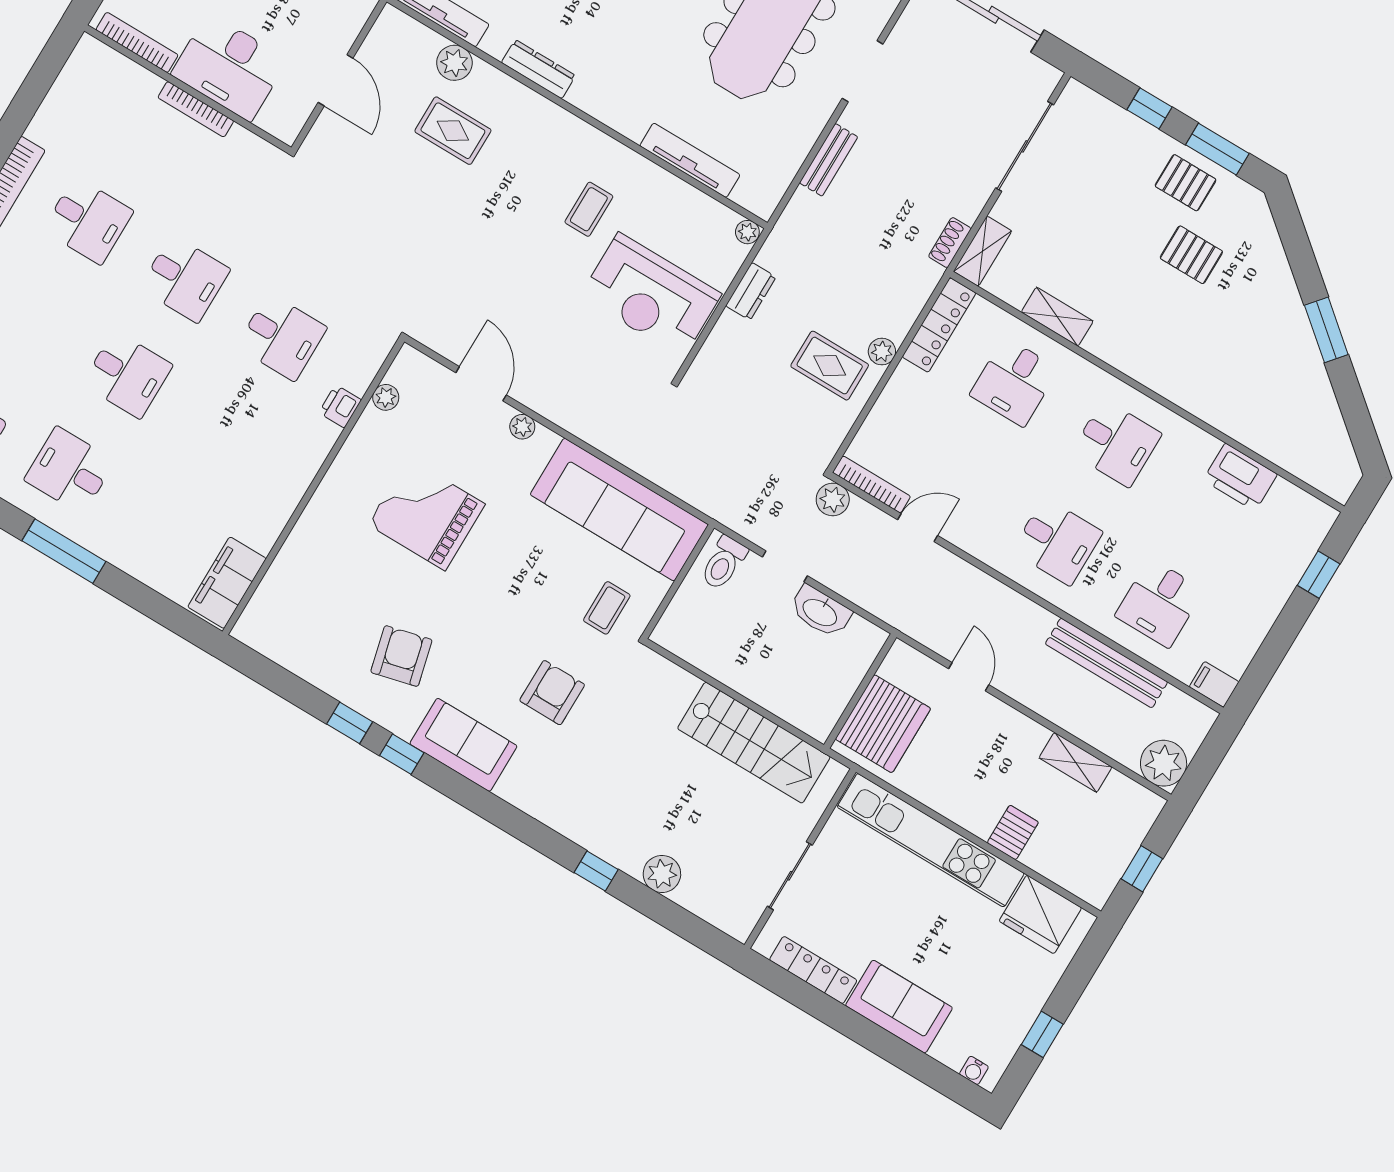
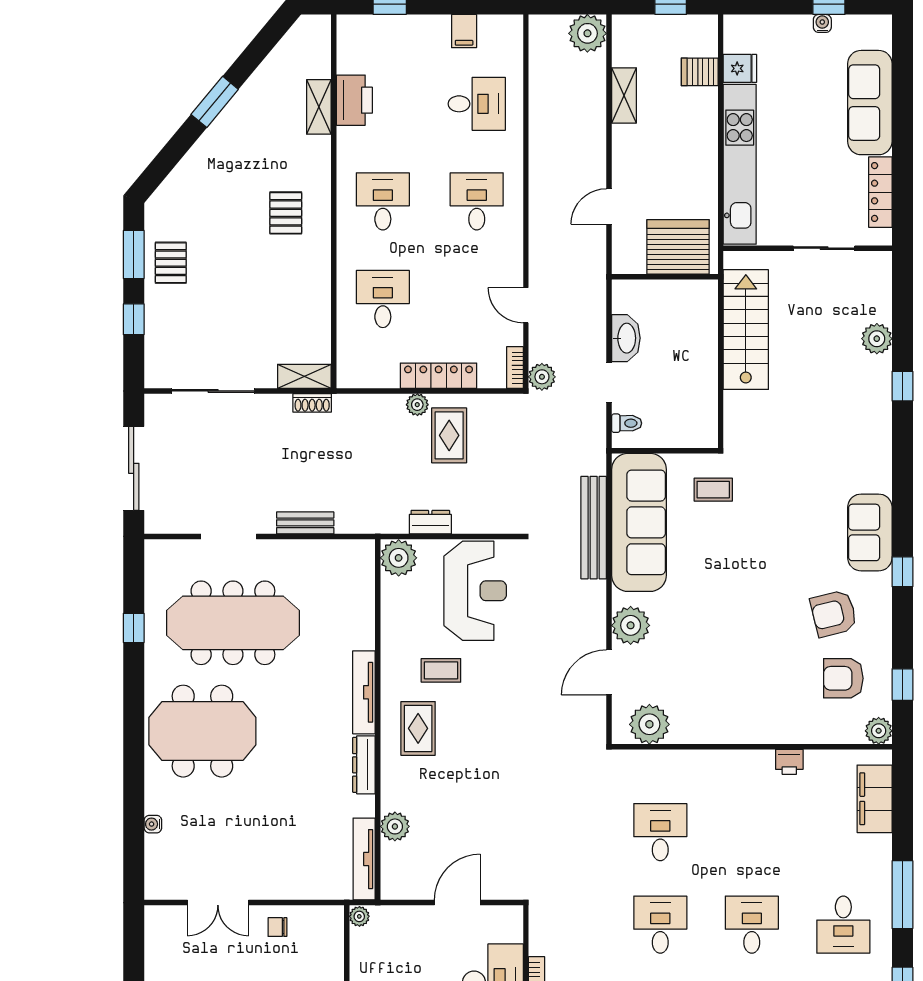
rug: (453, 131) -> (418, 728), moved
tv unit: (690, 160) -> (364, 692), moved
plant: (747, 232) -> (399, 558), width x1.87, depth x1.87
pallet: (1191, 255) -> (286, 213), moved
shelving: (1057, 317) -> (319, 107), moved
locker: (939, 325) -> (439, 376), moved
desk: (1014, 382) -> (383, 299), turned -90
plant: (386, 397) -> (649, 724), width x1.87, depth x1.87
printer: (340, 406) -> (789, 762), moved
plant: (522, 427) -> (631, 625), width x1.87, depth x1.87
bookcase: (872, 484) -> (515, 368), width x0.64
grand piano: (426, 514) -> (724, 656), removed
toilet: (724, 563) -> (627, 423), width x0.73, depth x0.72
filing cabinet: (227, 583) -> (875, 799), moved, turned 90
plant: (250, 629) -> (879, 731), added
bench: (1106, 663) -> (594, 528), moved
filing cabinet: (1214, 684) -> (464, 31), moved
armchair: (552, 693) -> (843, 678), moved
window: (350, 723) -> (902, 685), moved
server rack: (1013, 833) -> (700, 72), moved
fridge: (1040, 914) -> (740, 68), width x0.53, depth x0.75
sofa: (899, 1007) -> (870, 103), width x1.36
water cooler: (974, 1070) -> (822, 23), moved, turned -90

